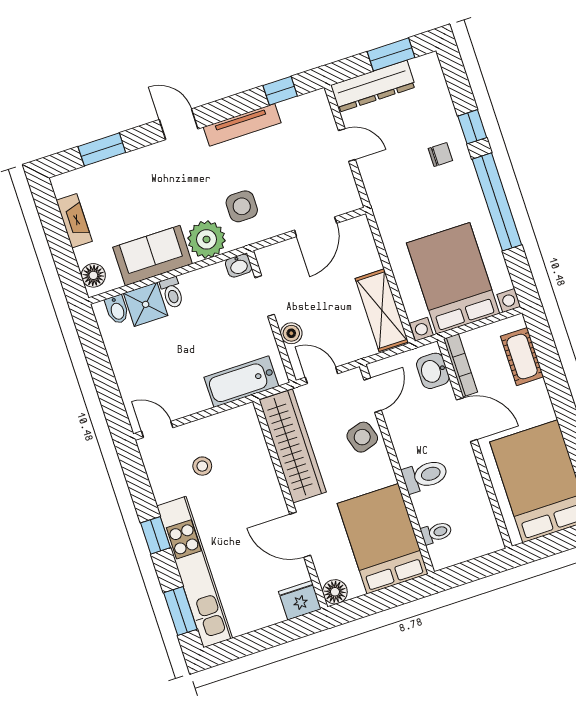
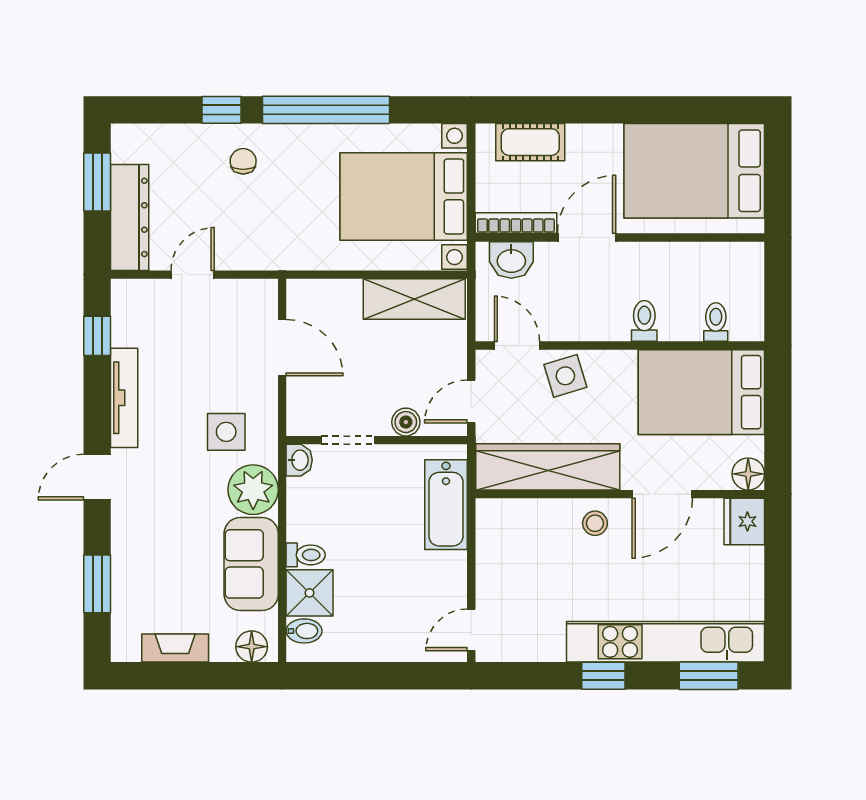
stool: (202, 466) -> (595, 523), moved
toilet: (425, 476) -> (644, 321), width x0.73, depth x0.72

